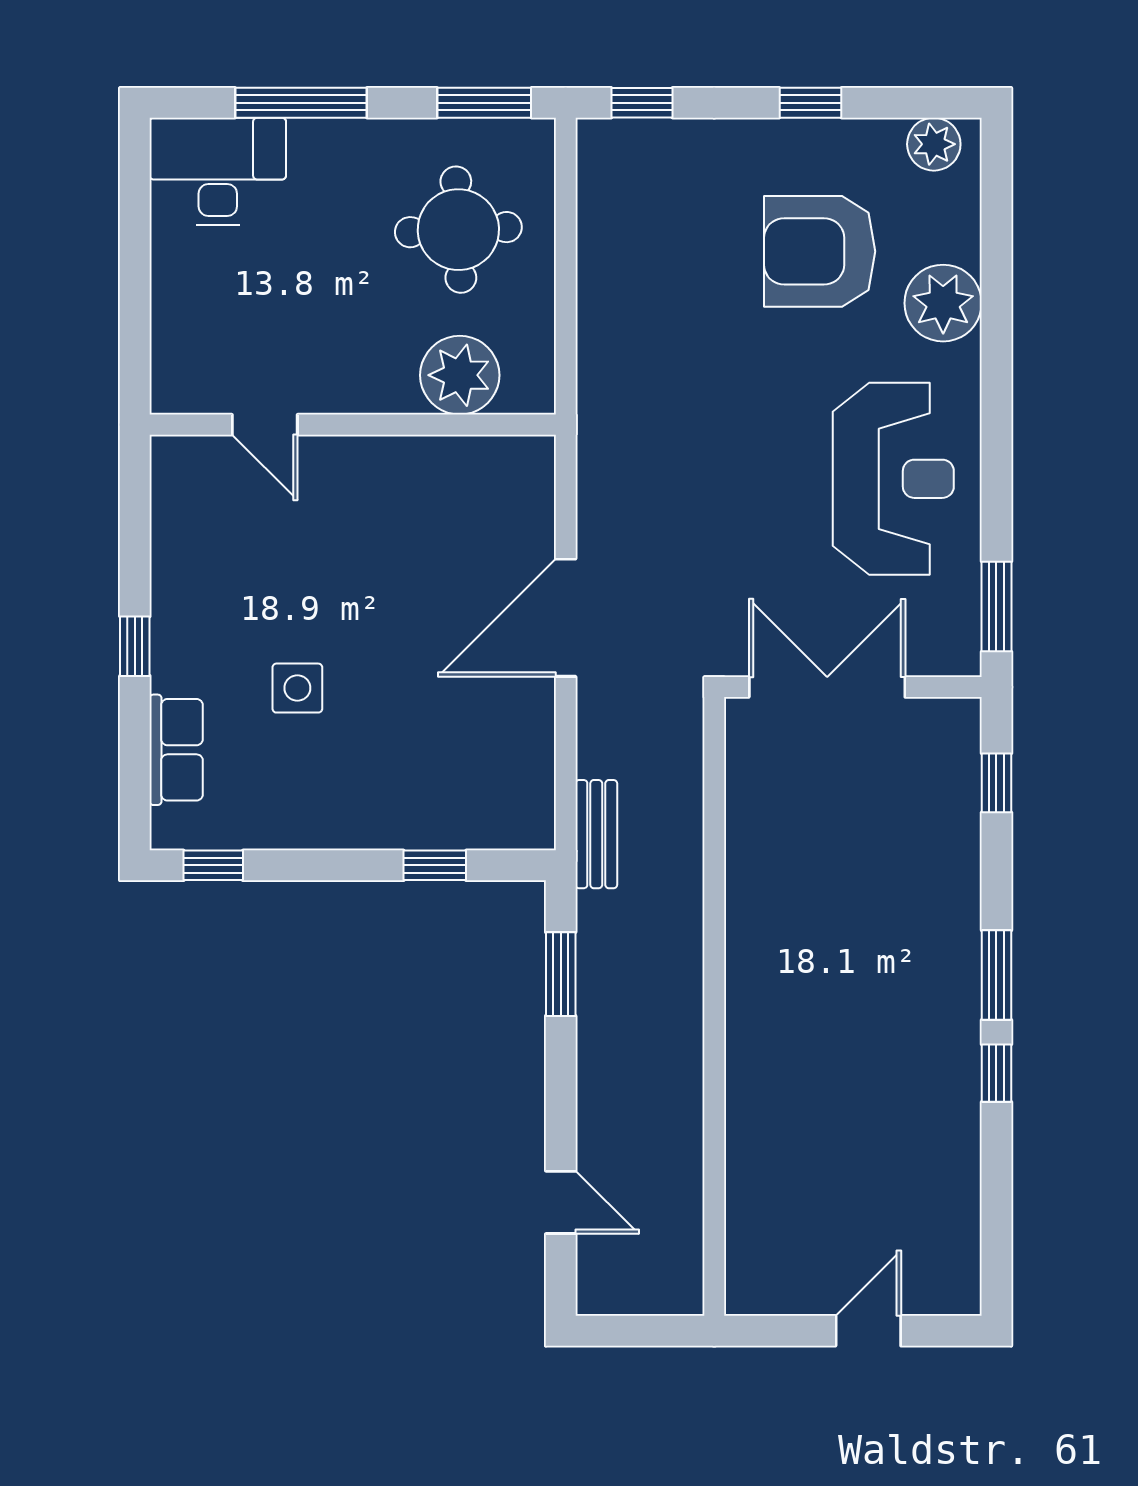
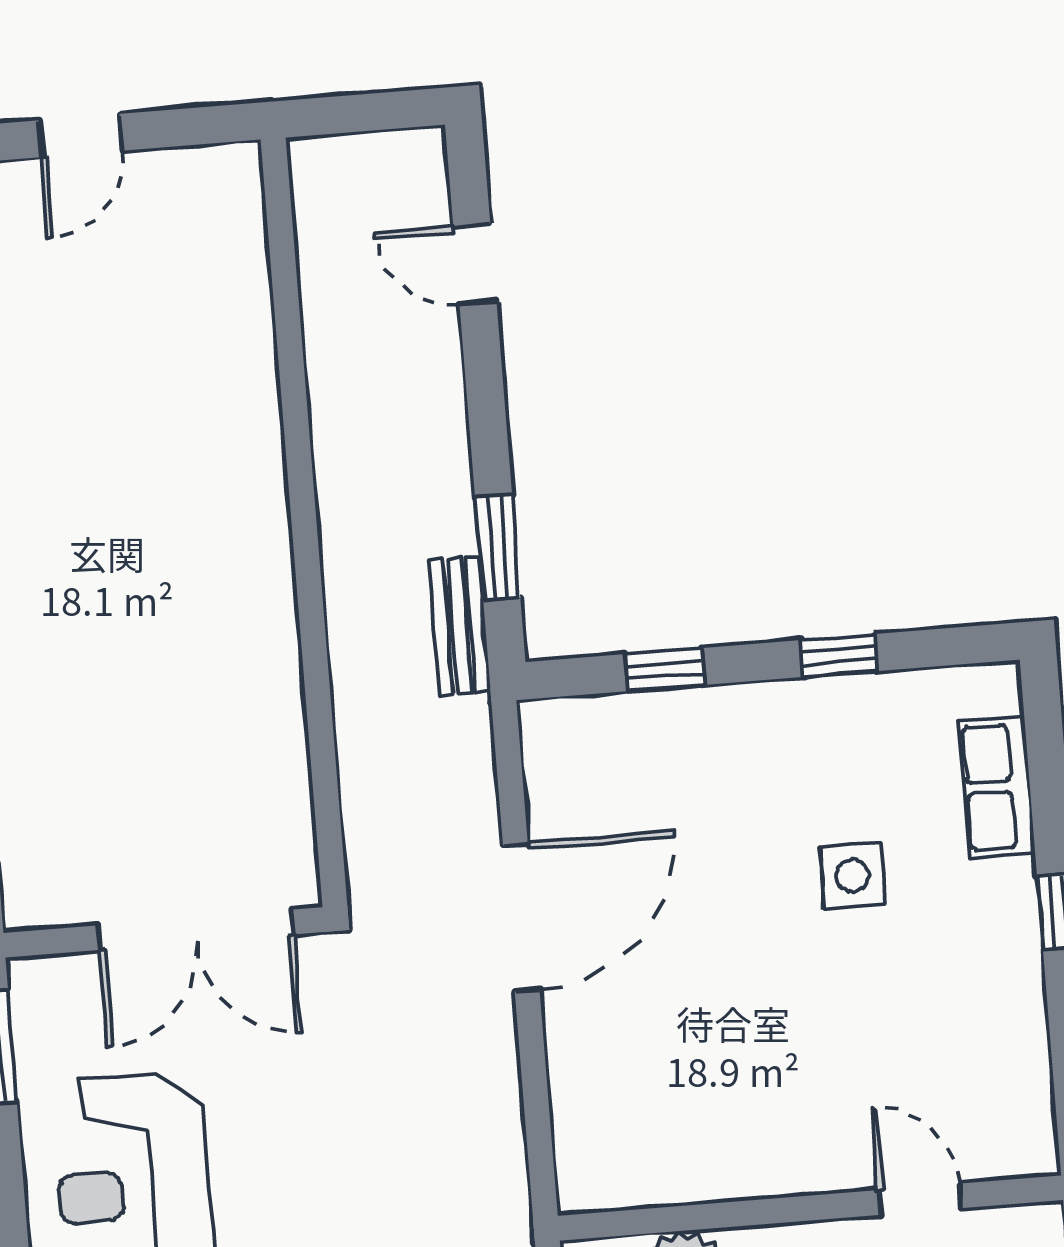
door: (566, 618) -> (521, 918), moved
bench: (596, 834) -> (460, 626), moved
window: (213, 865) -> (838, 656), moved

